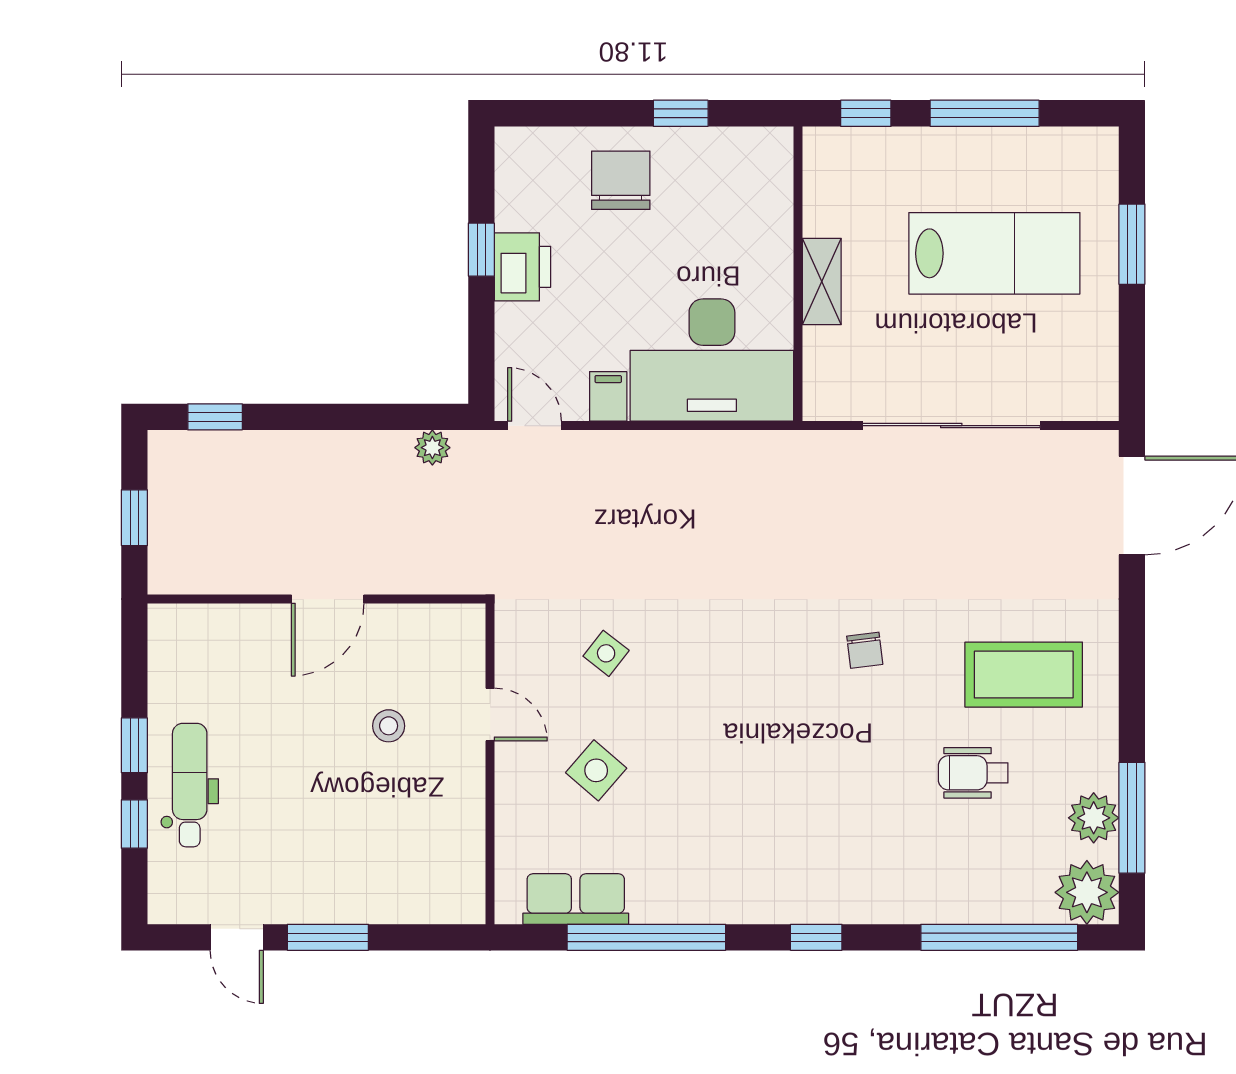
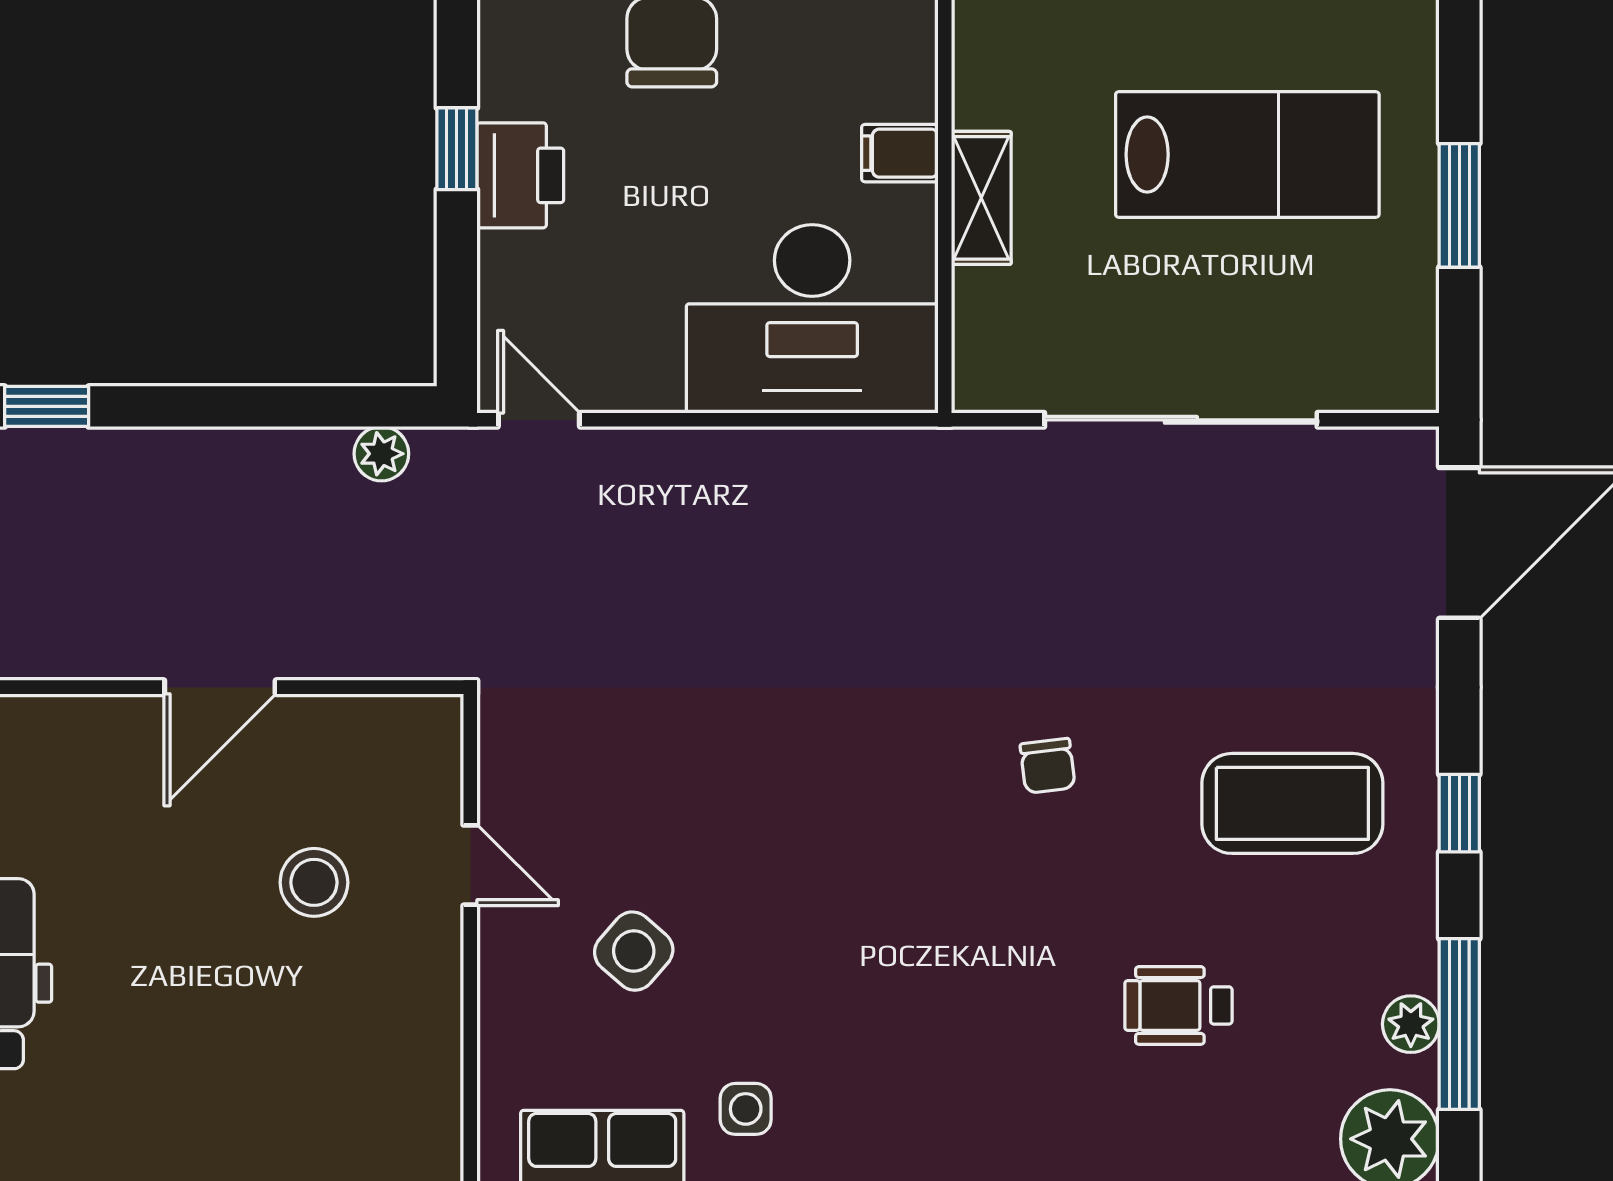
window: (1132, 244) -> (1459, 205), moved
filing cabinet: (608, 396) -> (900, 153), moved, turned -90
side table: (606, 653) -> (746, 1109), moved, turned -38
window: (1132, 681) -> (1459, 813), added
stool: (389, 726) -> (314, 882), width x1.37, depth x1.37
wheelchair: (973, 773) -> (1178, 1005), moved
plant: (1094, 818) -> (1411, 1024), width x0.73, depth x0.73

